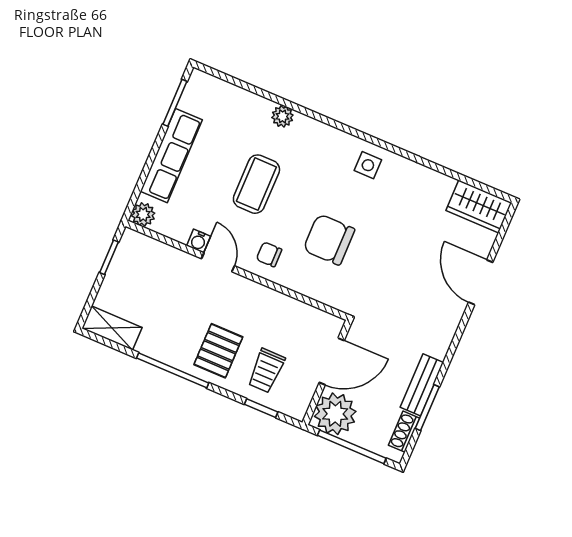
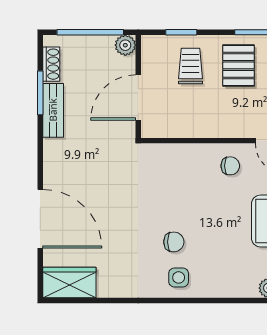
chair: (329, 240) -> (174, 242), moved, width x0.54, depth x0.54
door: (481, 282) -> (40, 219), width x1.36
plant: (335, 414) -> (125, 45), width x0.53, depth x0.53

